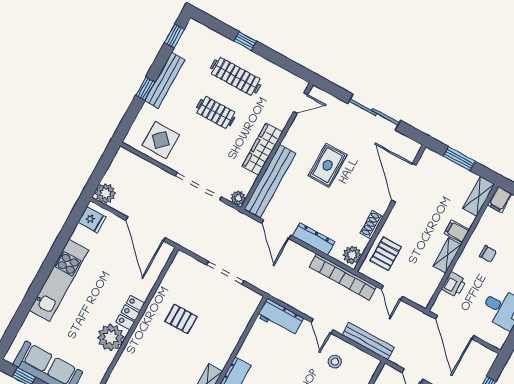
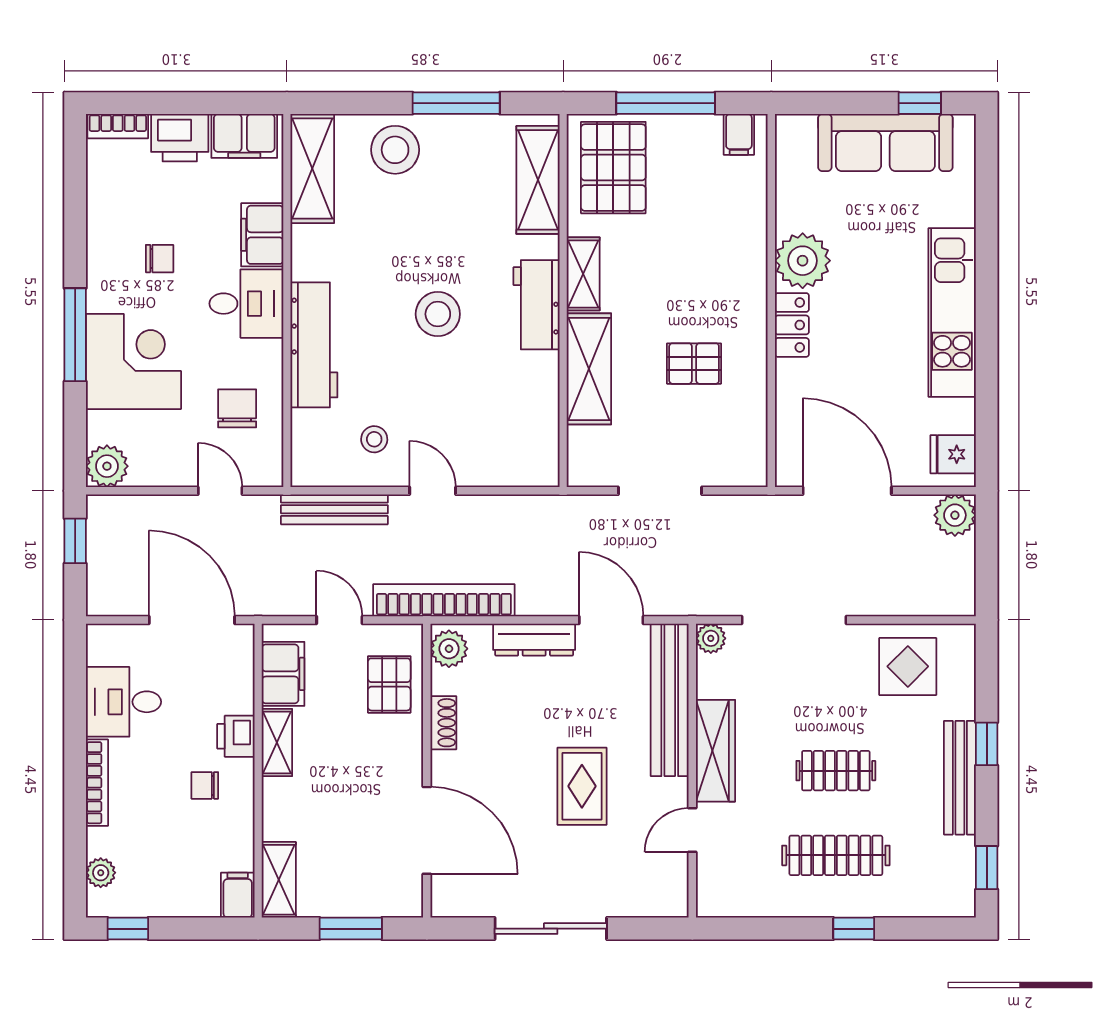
door: (301, 103) -> (692, 830), moved
filing cabinet: (457, 231) -> (283, 674), moved, width x2.00
printer: (454, 284) -> (236, 736), moved
workbench: (280, 317) -> (516, 465), removed
shelving: (227, 341) -> (589, 369), added

